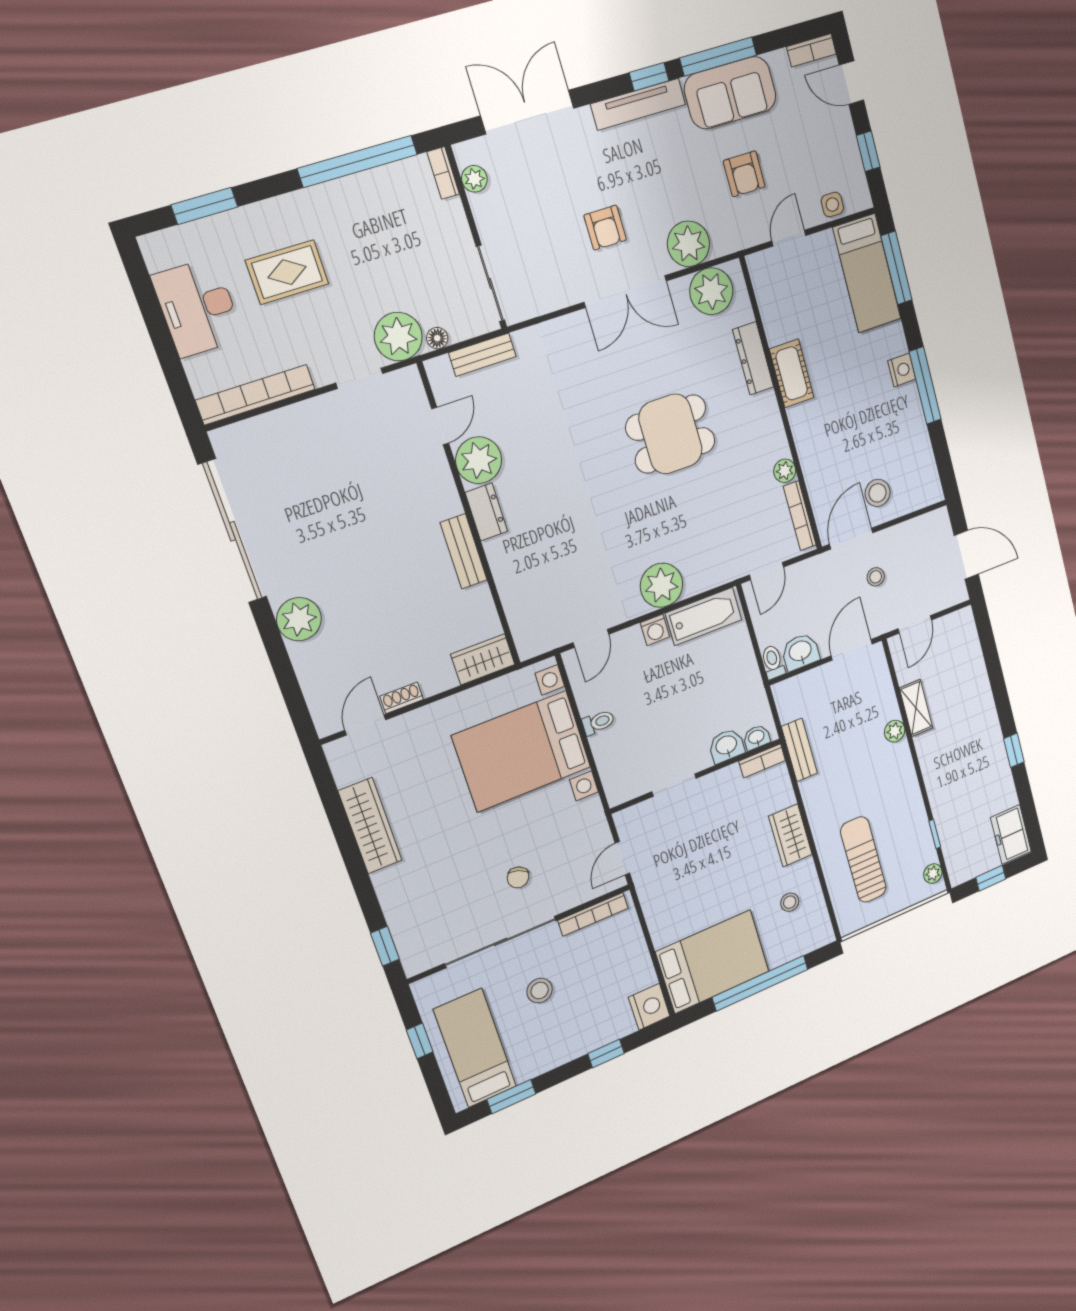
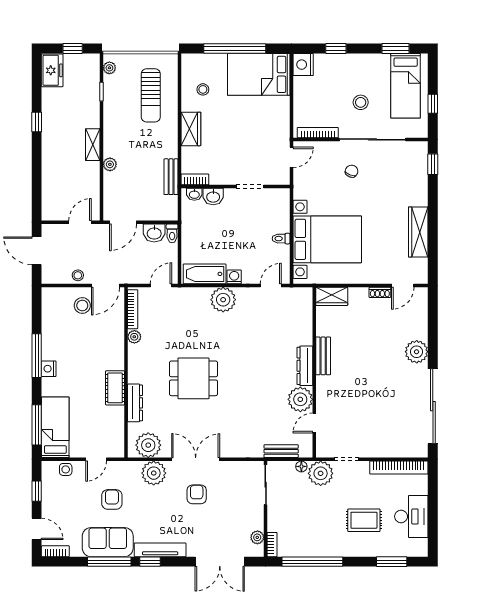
dresser: (486, 512) -> (305, 366), width x1.44
stool: (876, 577) -> (78, 275), moved
shelving: (916, 708) -> (93, 145), moved

